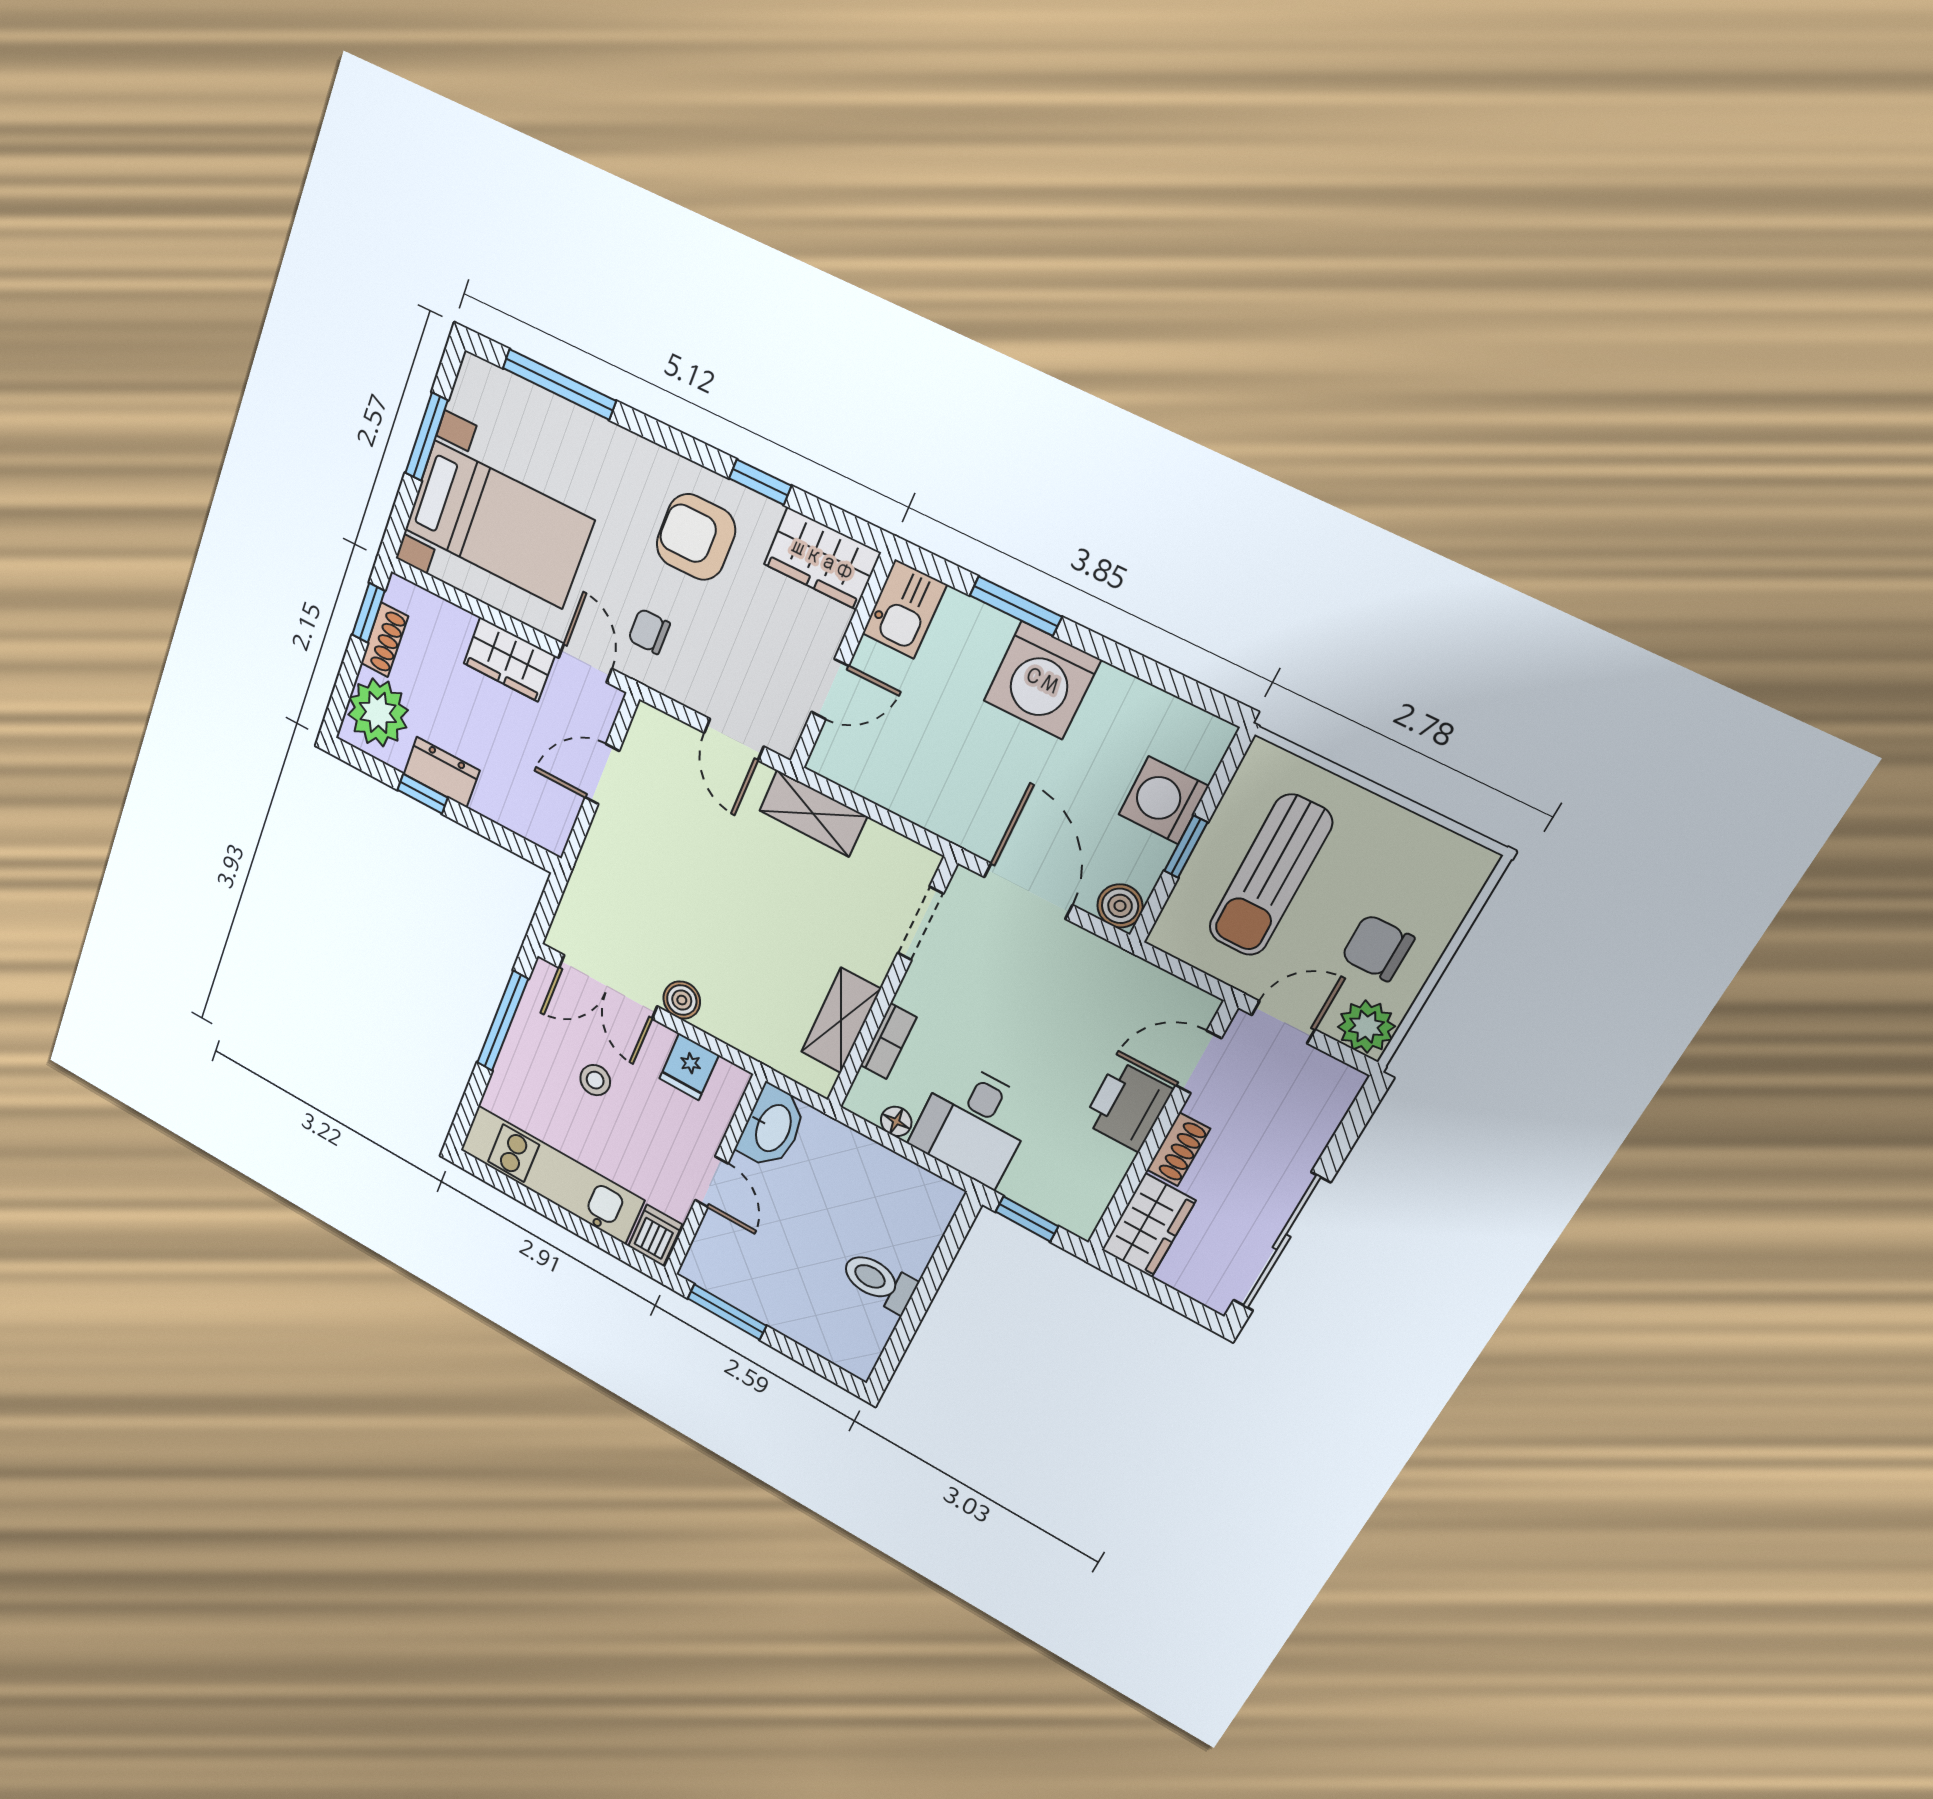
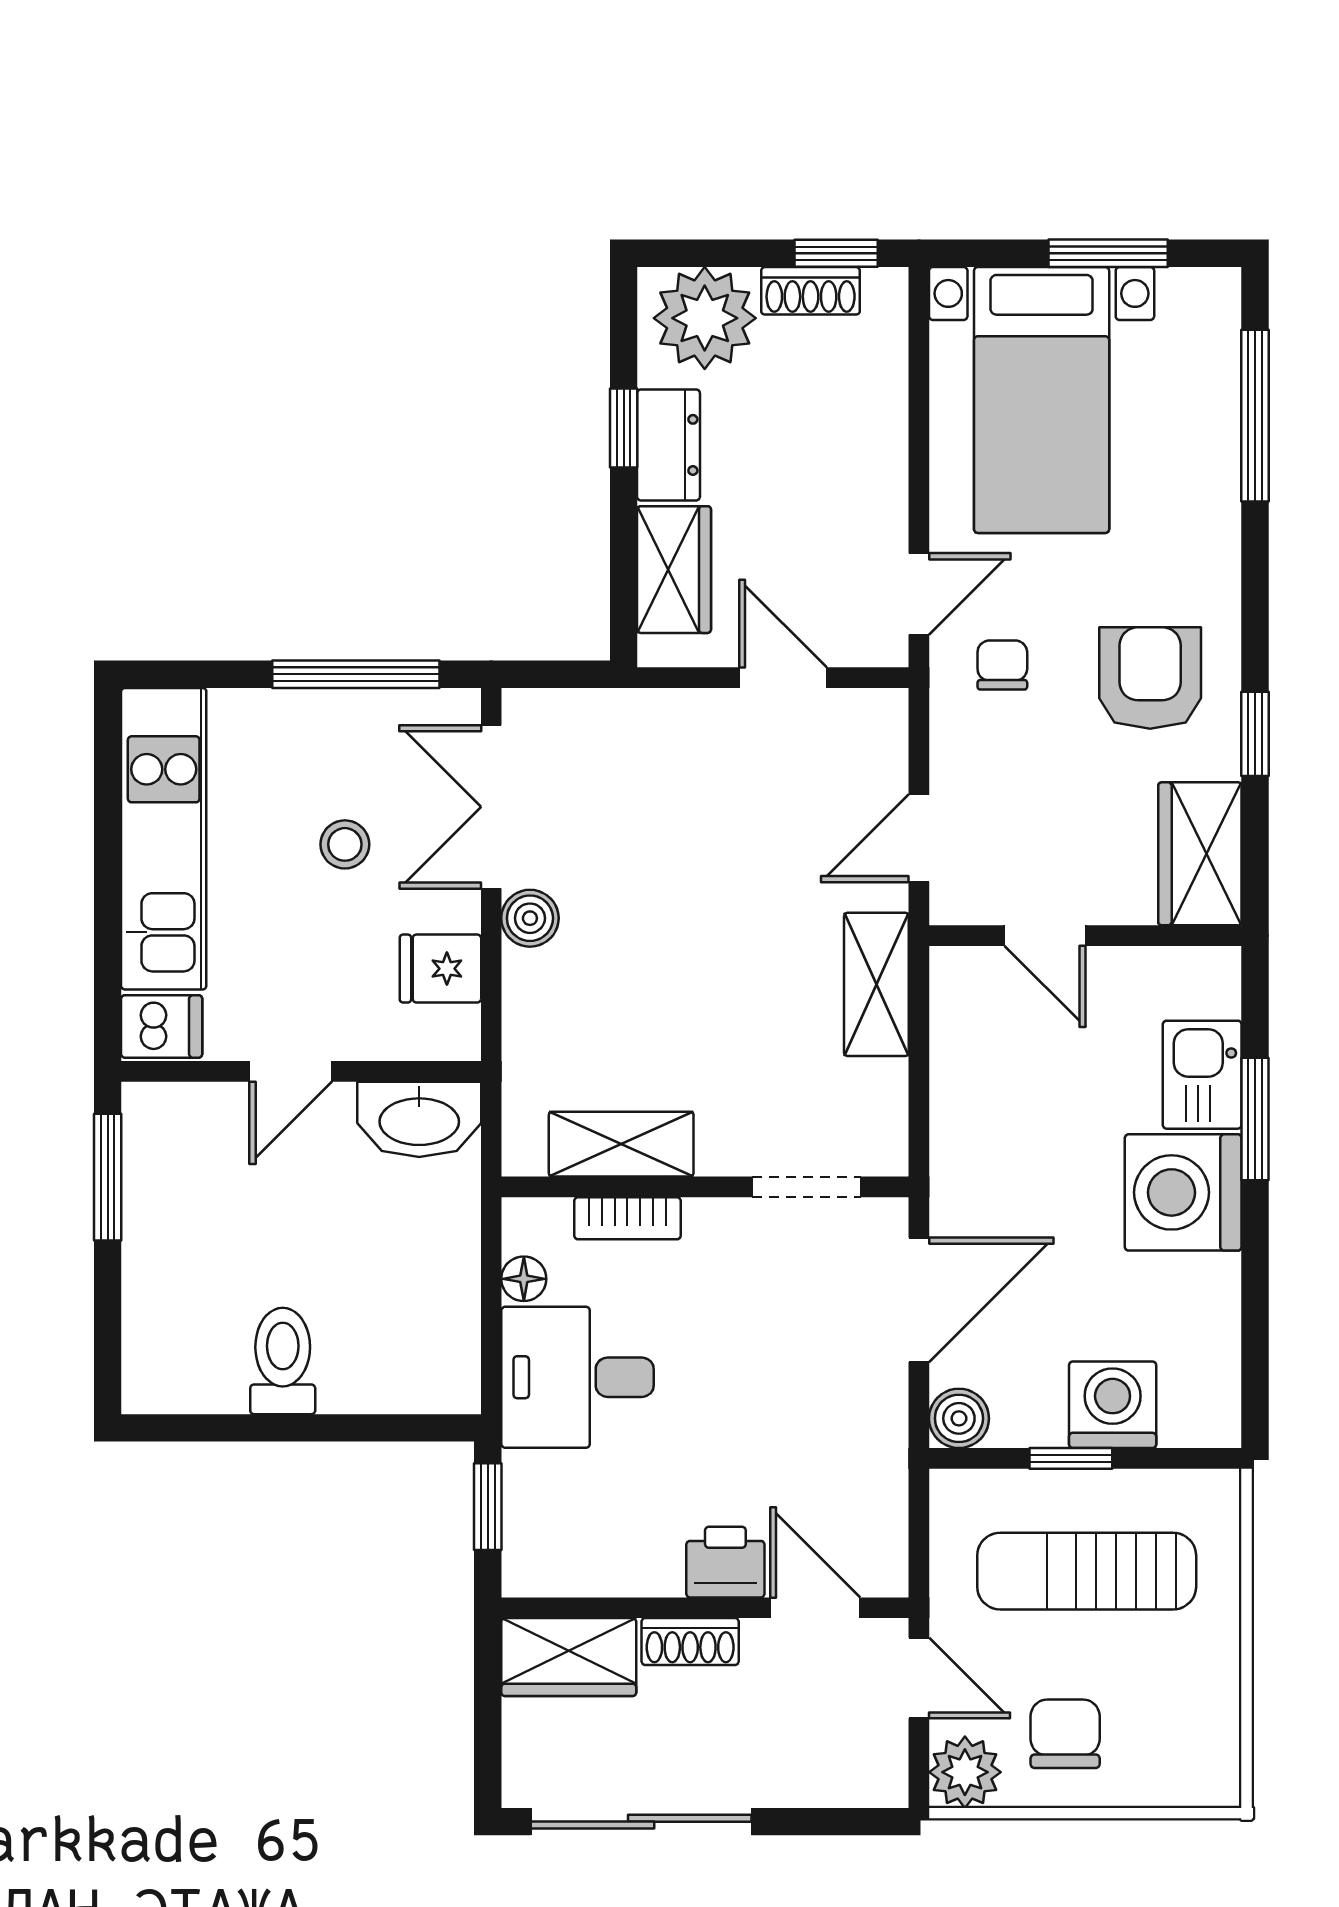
kitchen sink: (904, 609) -> (1202, 1075), moved, turned 90
wardrobe: (509, 659) -> (674, 570), moved, turned 180
printer: (1127, 1106) -> (725, 1562), width x0.73, depth x0.81

